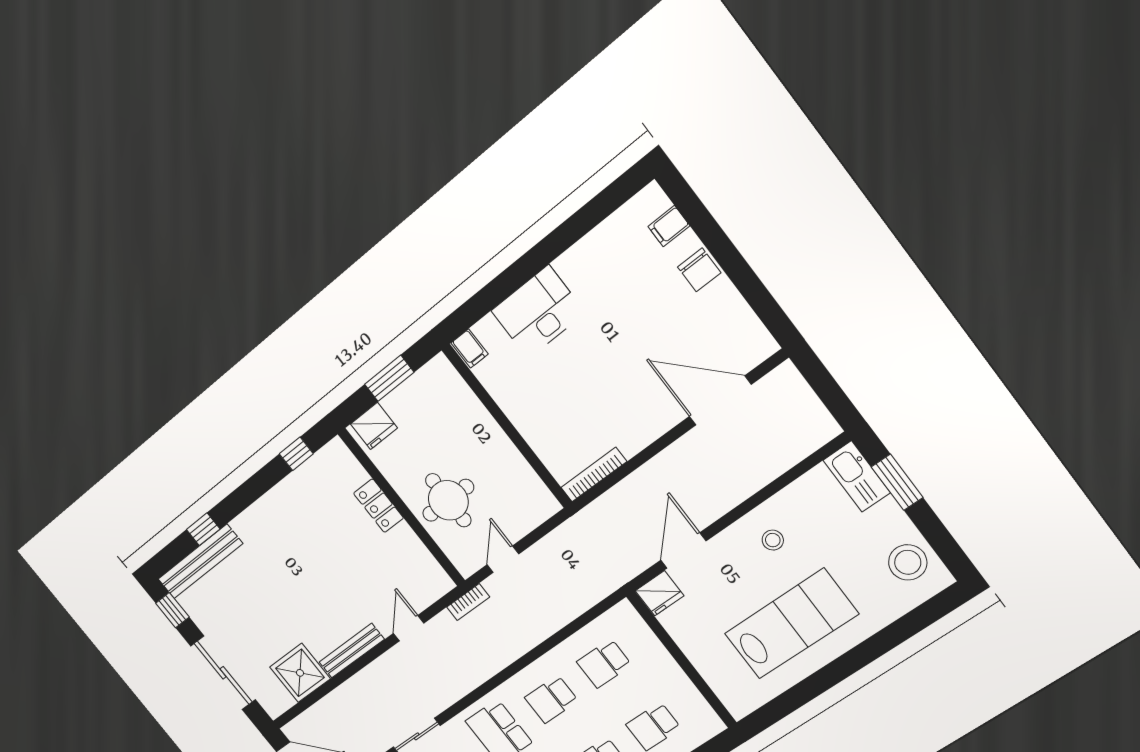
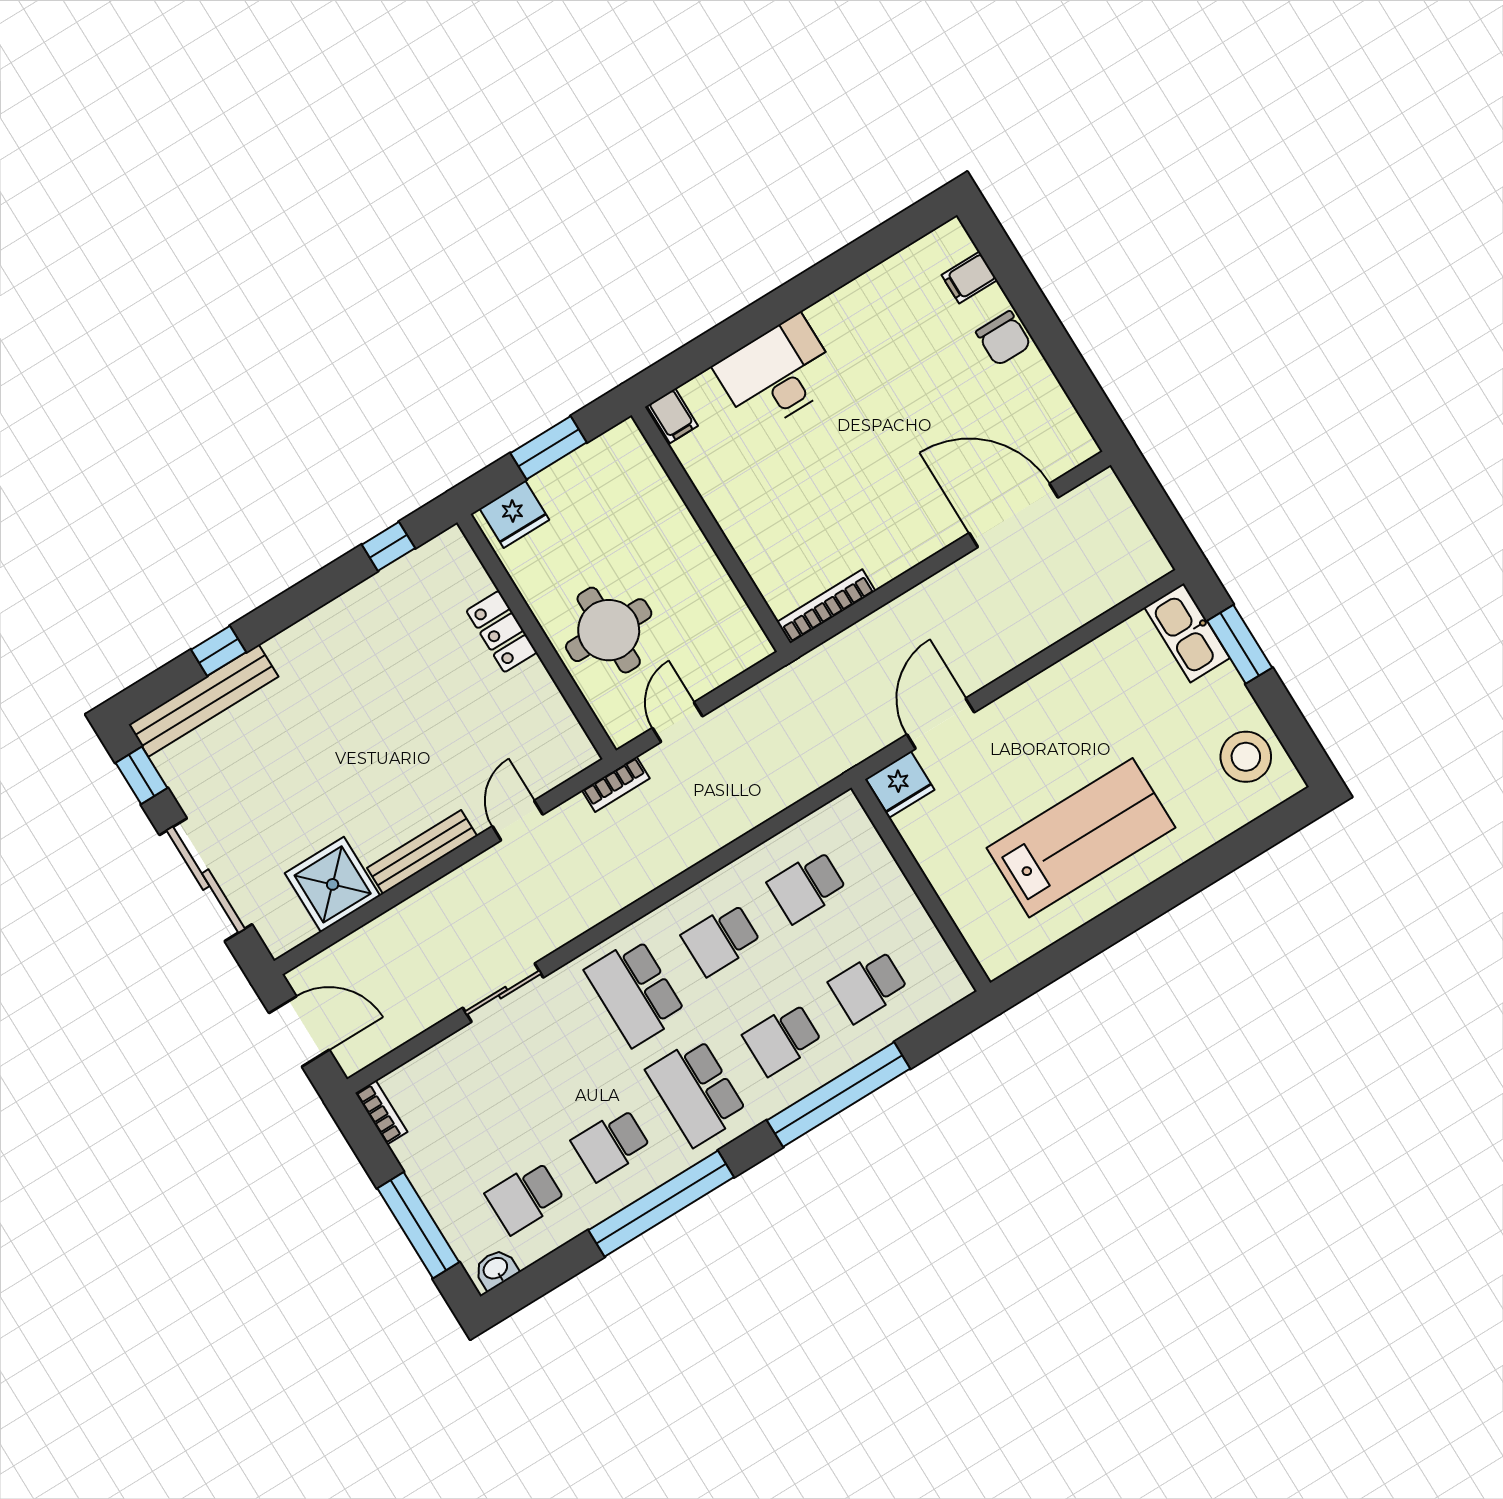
stool: (773, 540) -> (1067, 715), removed

